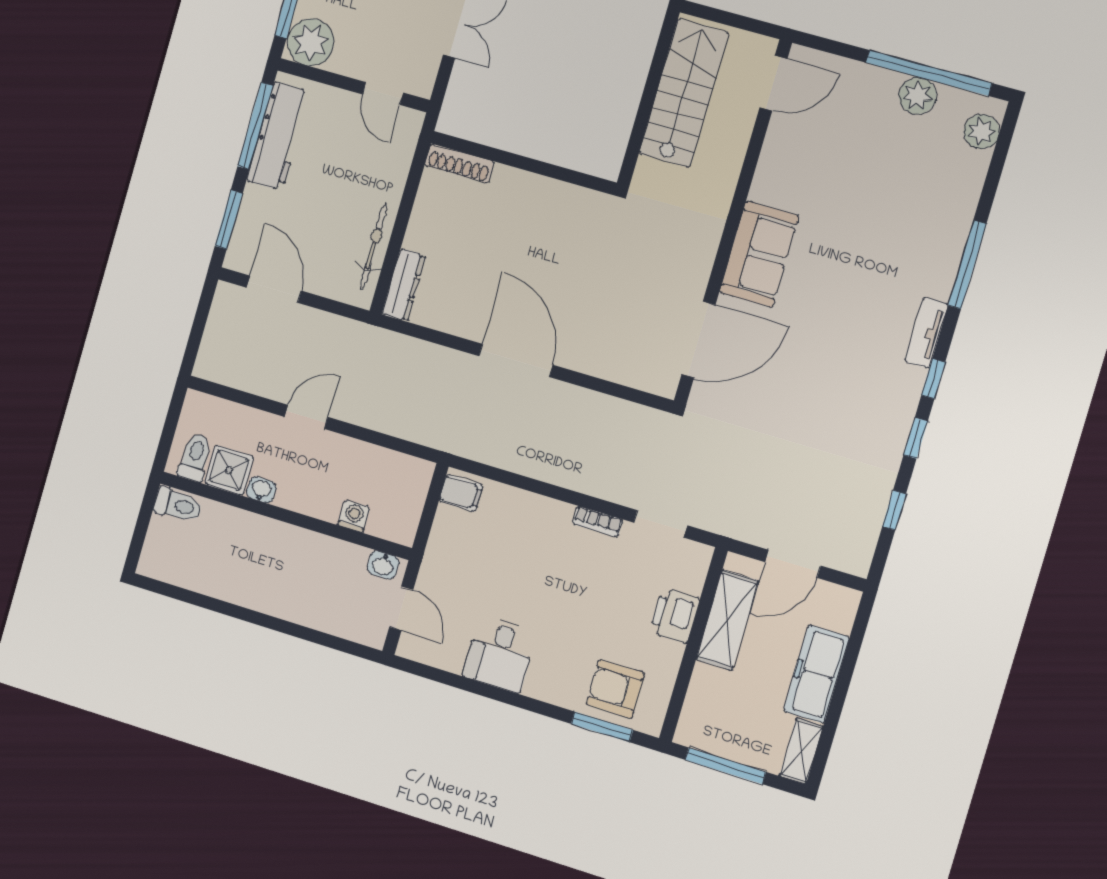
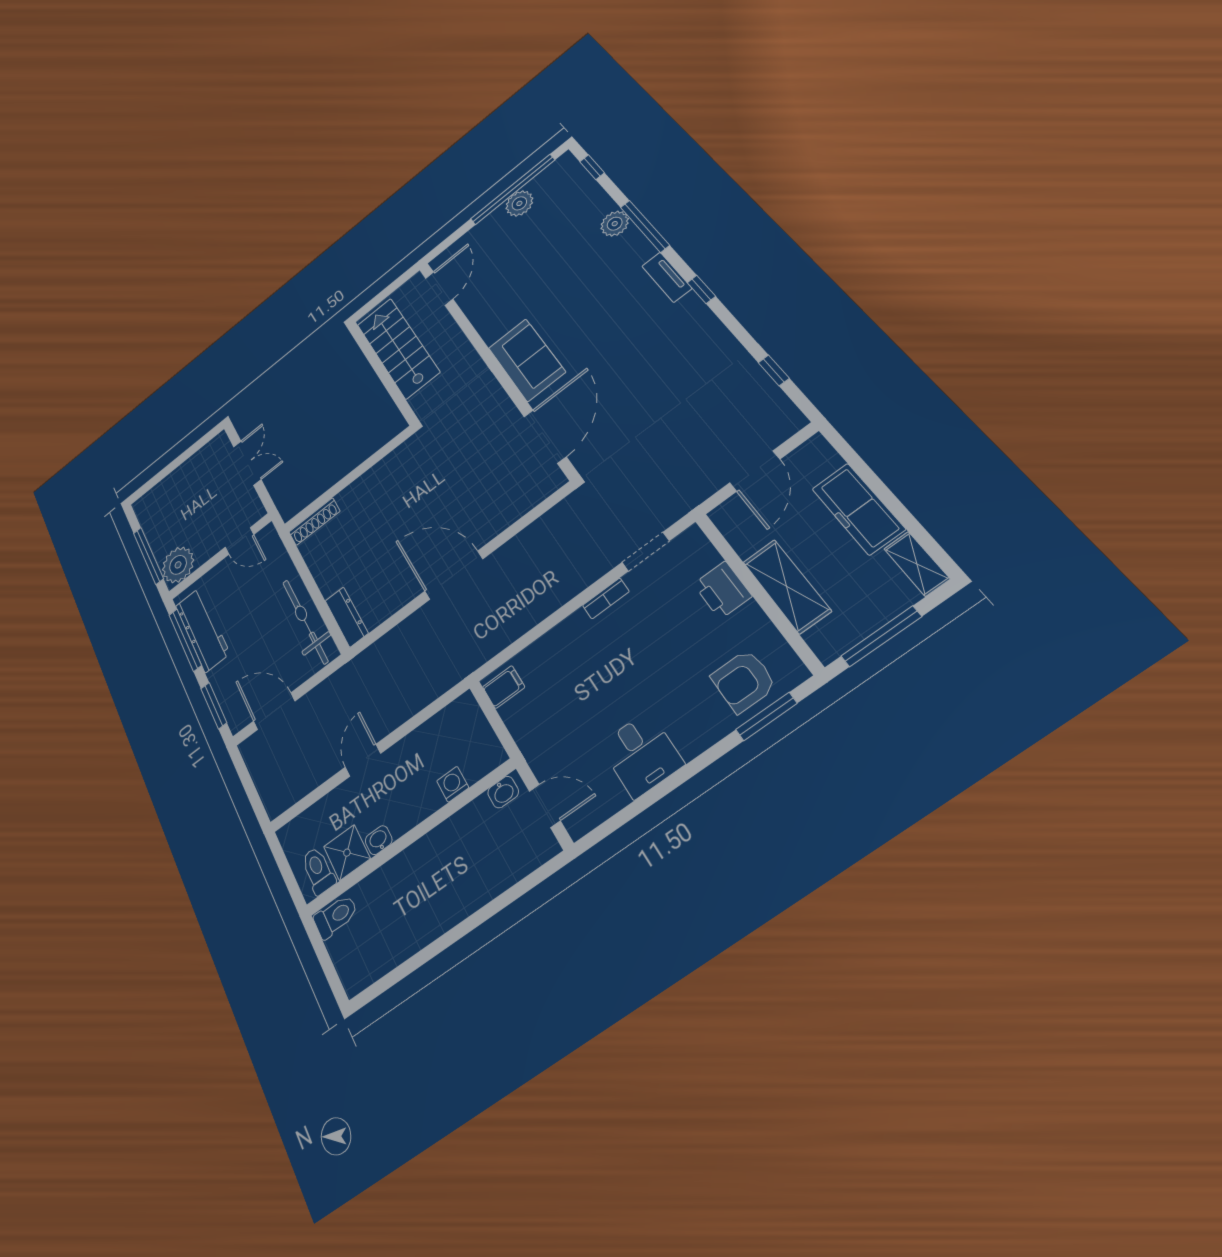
plant: (981, 132) -> (615, 224), moved
bicycle: (374, 246) -> (305, 621), width x1.37, depth x1.40
window: (916, 438) -> (592, 167), moved
shelving: (727, 620) -> (787, 586), moved

